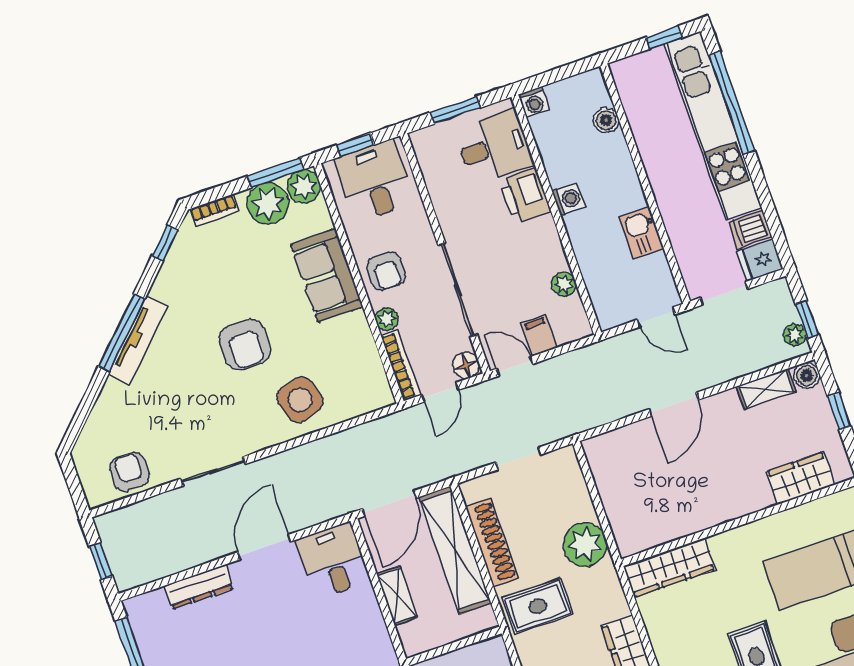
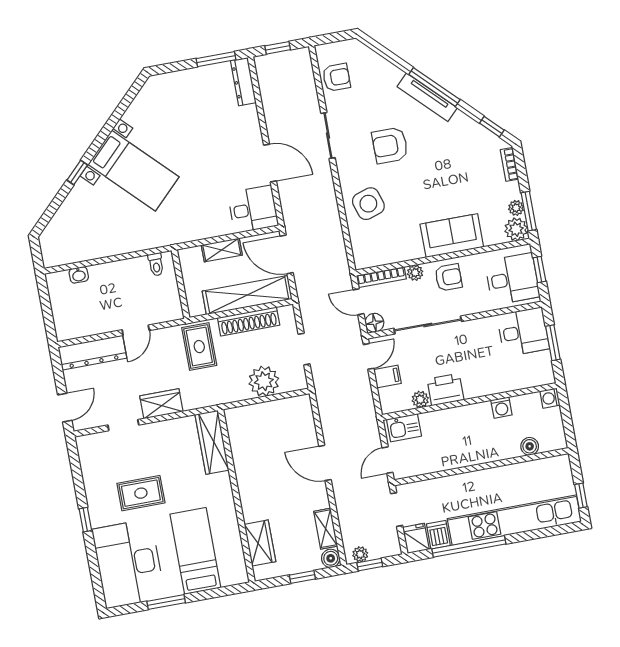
window: (732, 103) -> (469, 546), moved
desk: (494, 147) -> (523, 332), moved, turned -90
printer: (525, 196) -> (445, 390), moved
washing machine: (568, 199) -> (501, 408), moved
plant: (268, 203) -> (516, 208), width x0.53, depth x0.53
kitchen sink: (641, 233) -> (404, 428), moved, turned 180
armchair: (386, 271) -> (448, 277), turned 180
armchair: (245, 344) -> (390, 145), moved
plant: (585, 545) -> (264, 381), moved
dresser: (199, 587) -> (243, 82), moved

